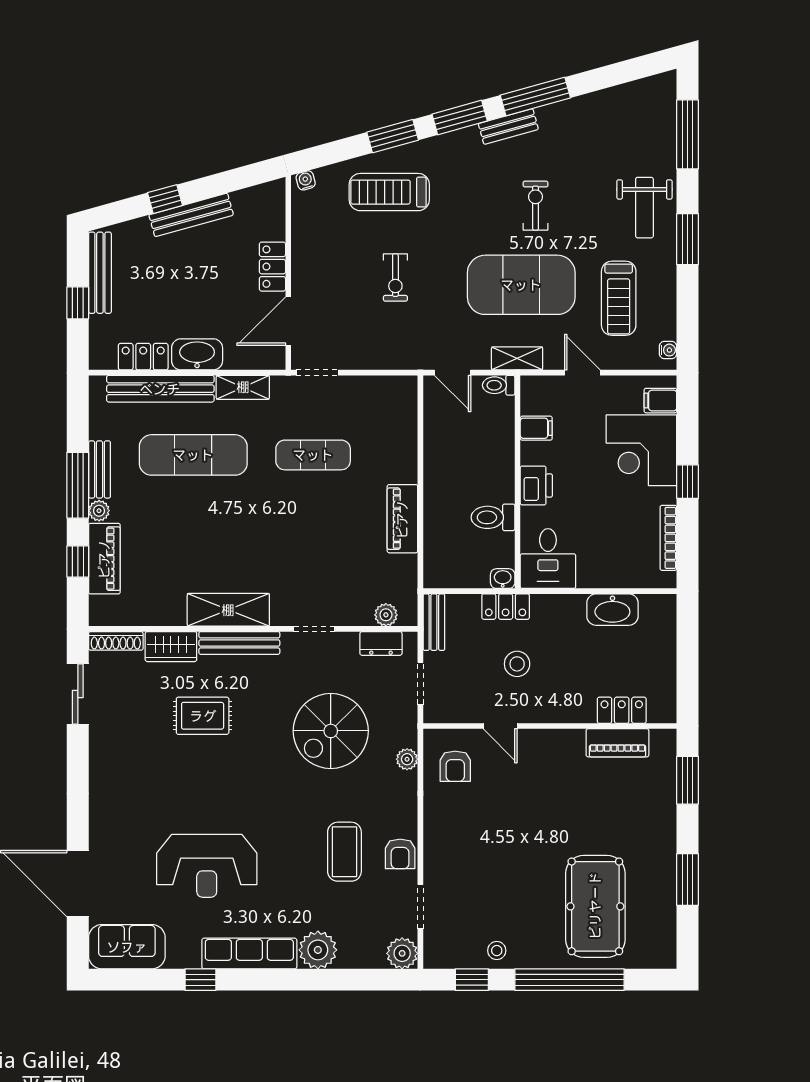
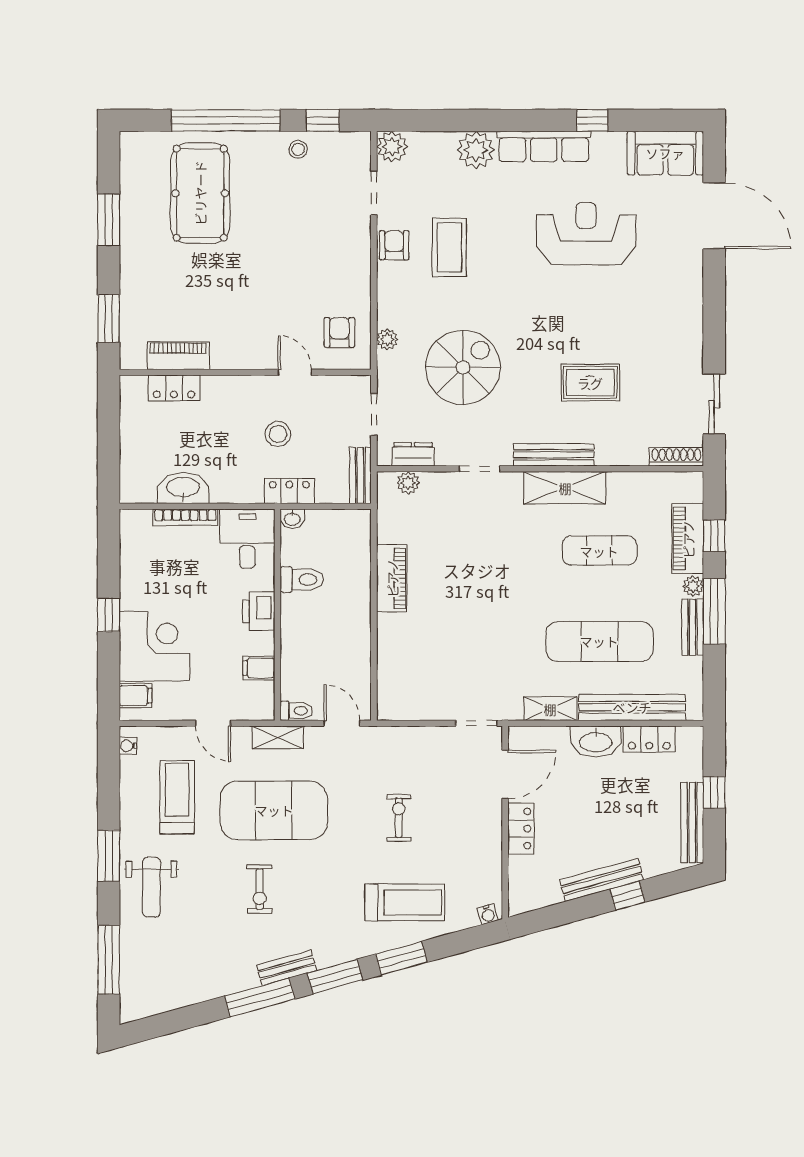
weight bench: (644, 208) -> (151, 887), turned 180
exercise mat: (313, 455) -> (599, 551), moved
bookcase: (668, 538) -> (185, 517), moved, turned 90
wardrobe: (171, 647) -> (622, 451), removed

